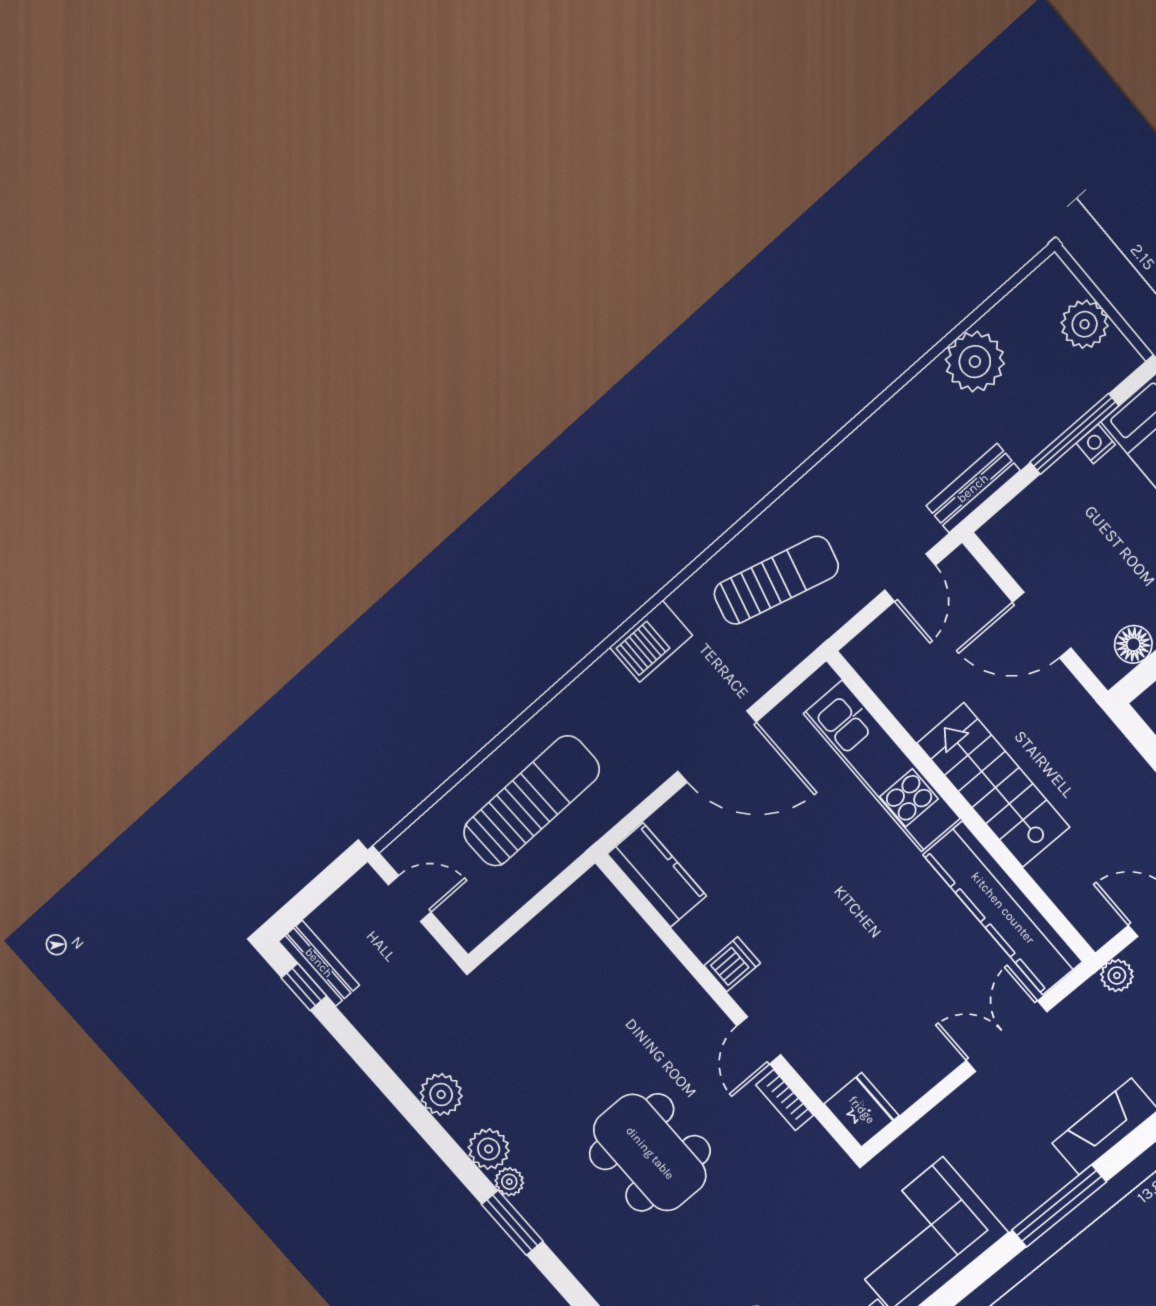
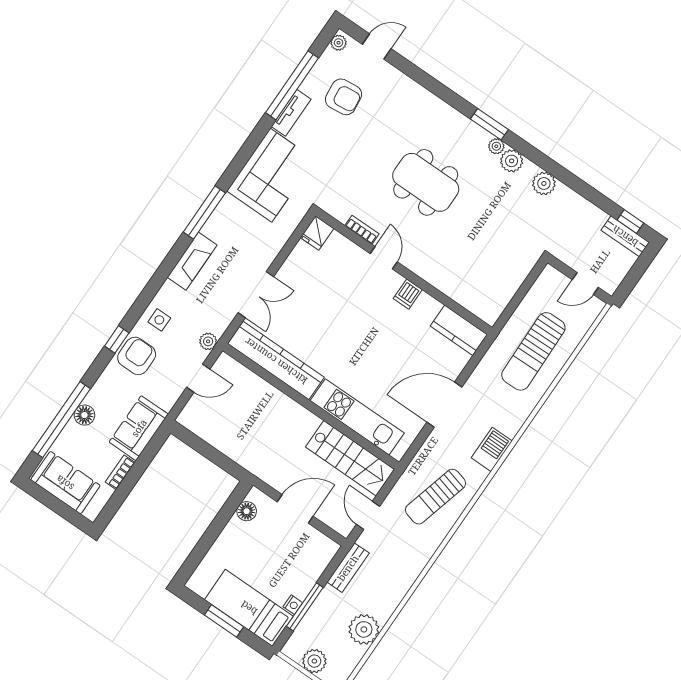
stairs: (993, 785) -> (350, 458), moved
fridge: (862, 1110) -> (317, 233), width x0.72

